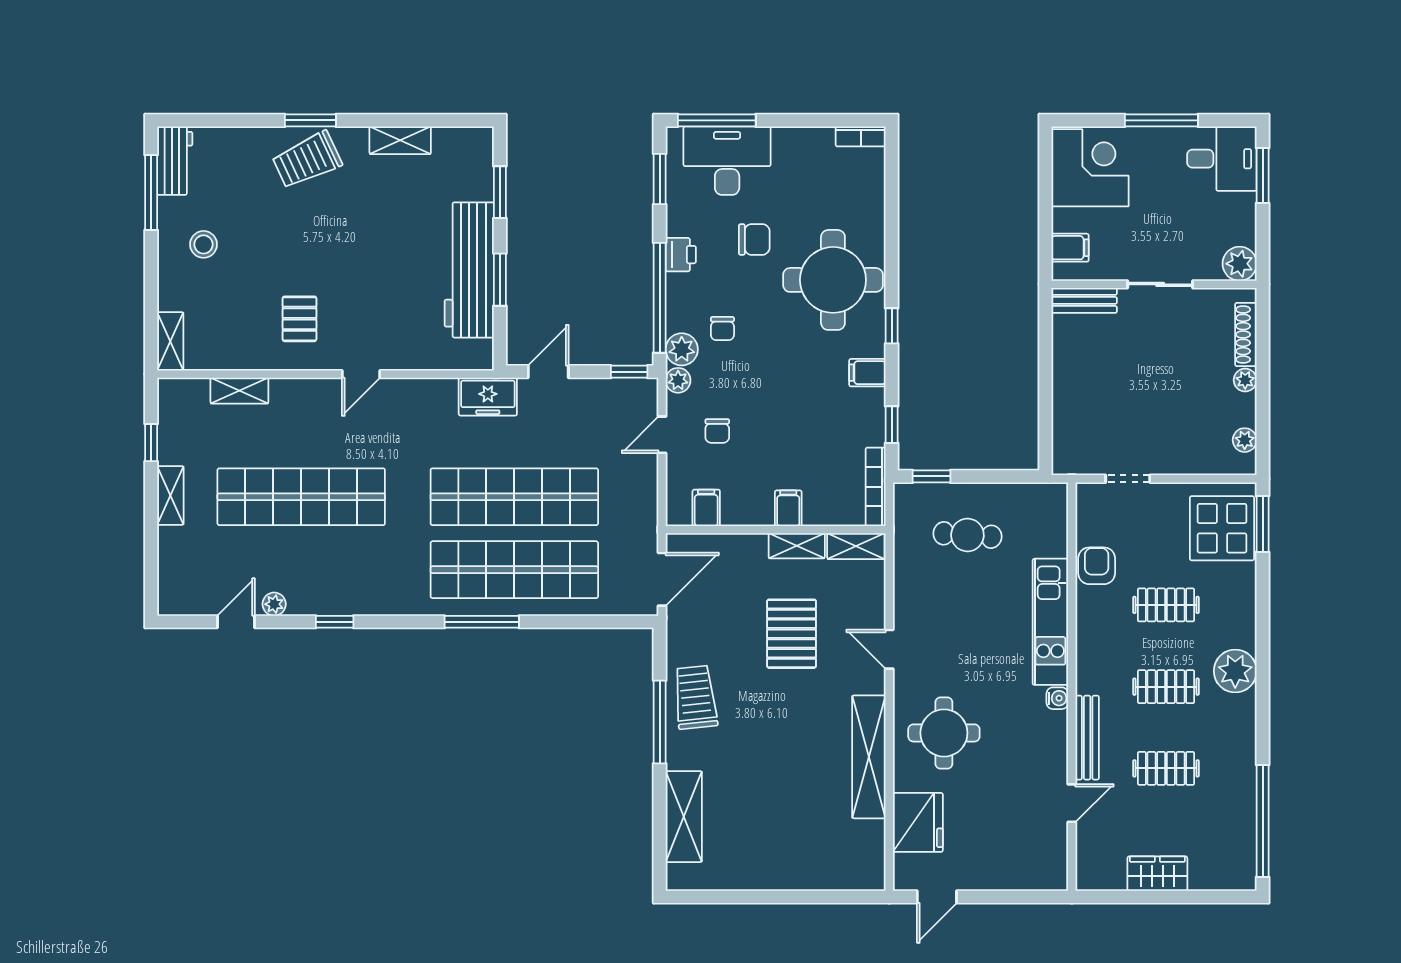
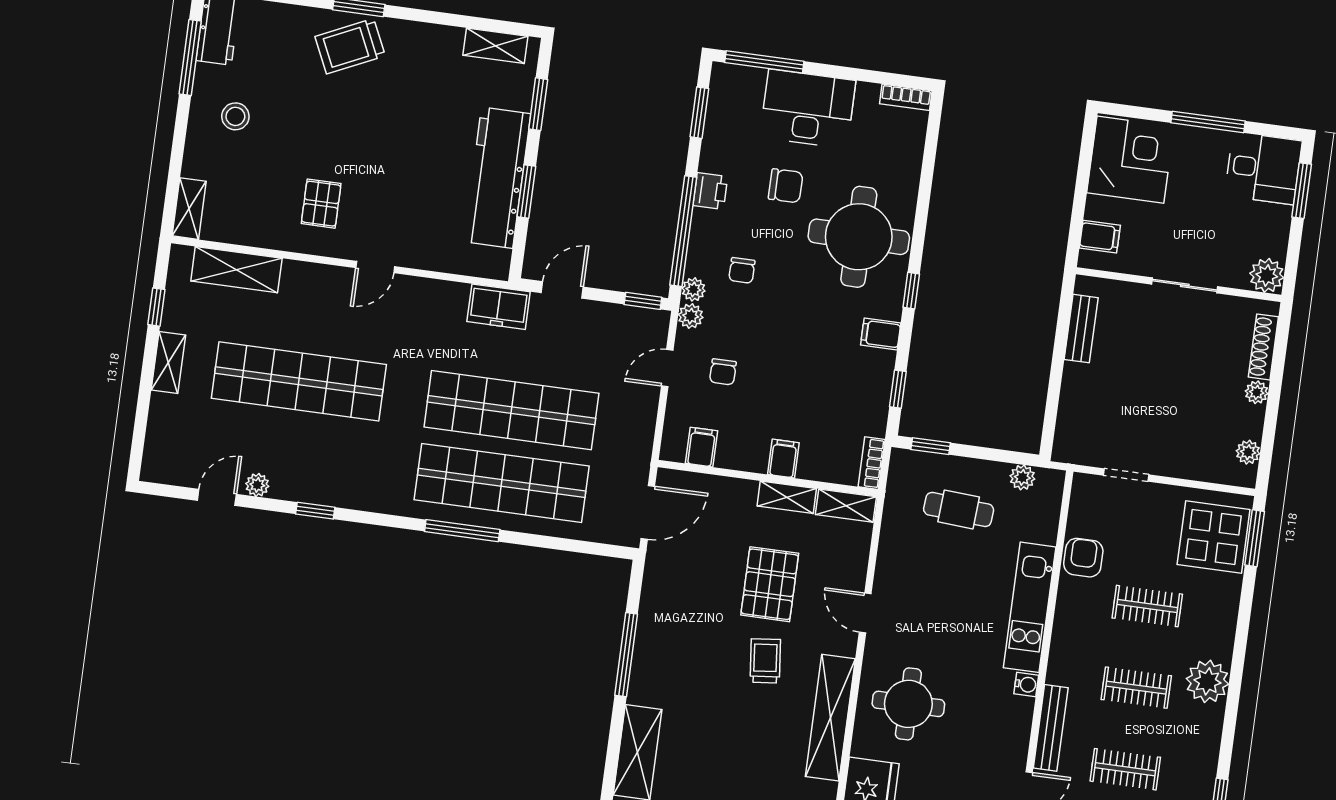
shelving: (400, 140) -> (495, 46), moved
desk: (727, 161) -> (808, 109), moved
bench: (1084, 300) -> (1081, 329), moved, turned 90
plant: (682, 349) -> (693, 289), width x0.73, depth x0.73
shelving: (239, 391) -> (236, 270), width x1.50, depth x1.33
bookcase: (876, 487) -> (872, 463), width x0.64
plant: (1026, 495) -> (1022, 477), added
trolley: (695, 697) -> (765, 661), moved, width x0.73, depth x0.72

